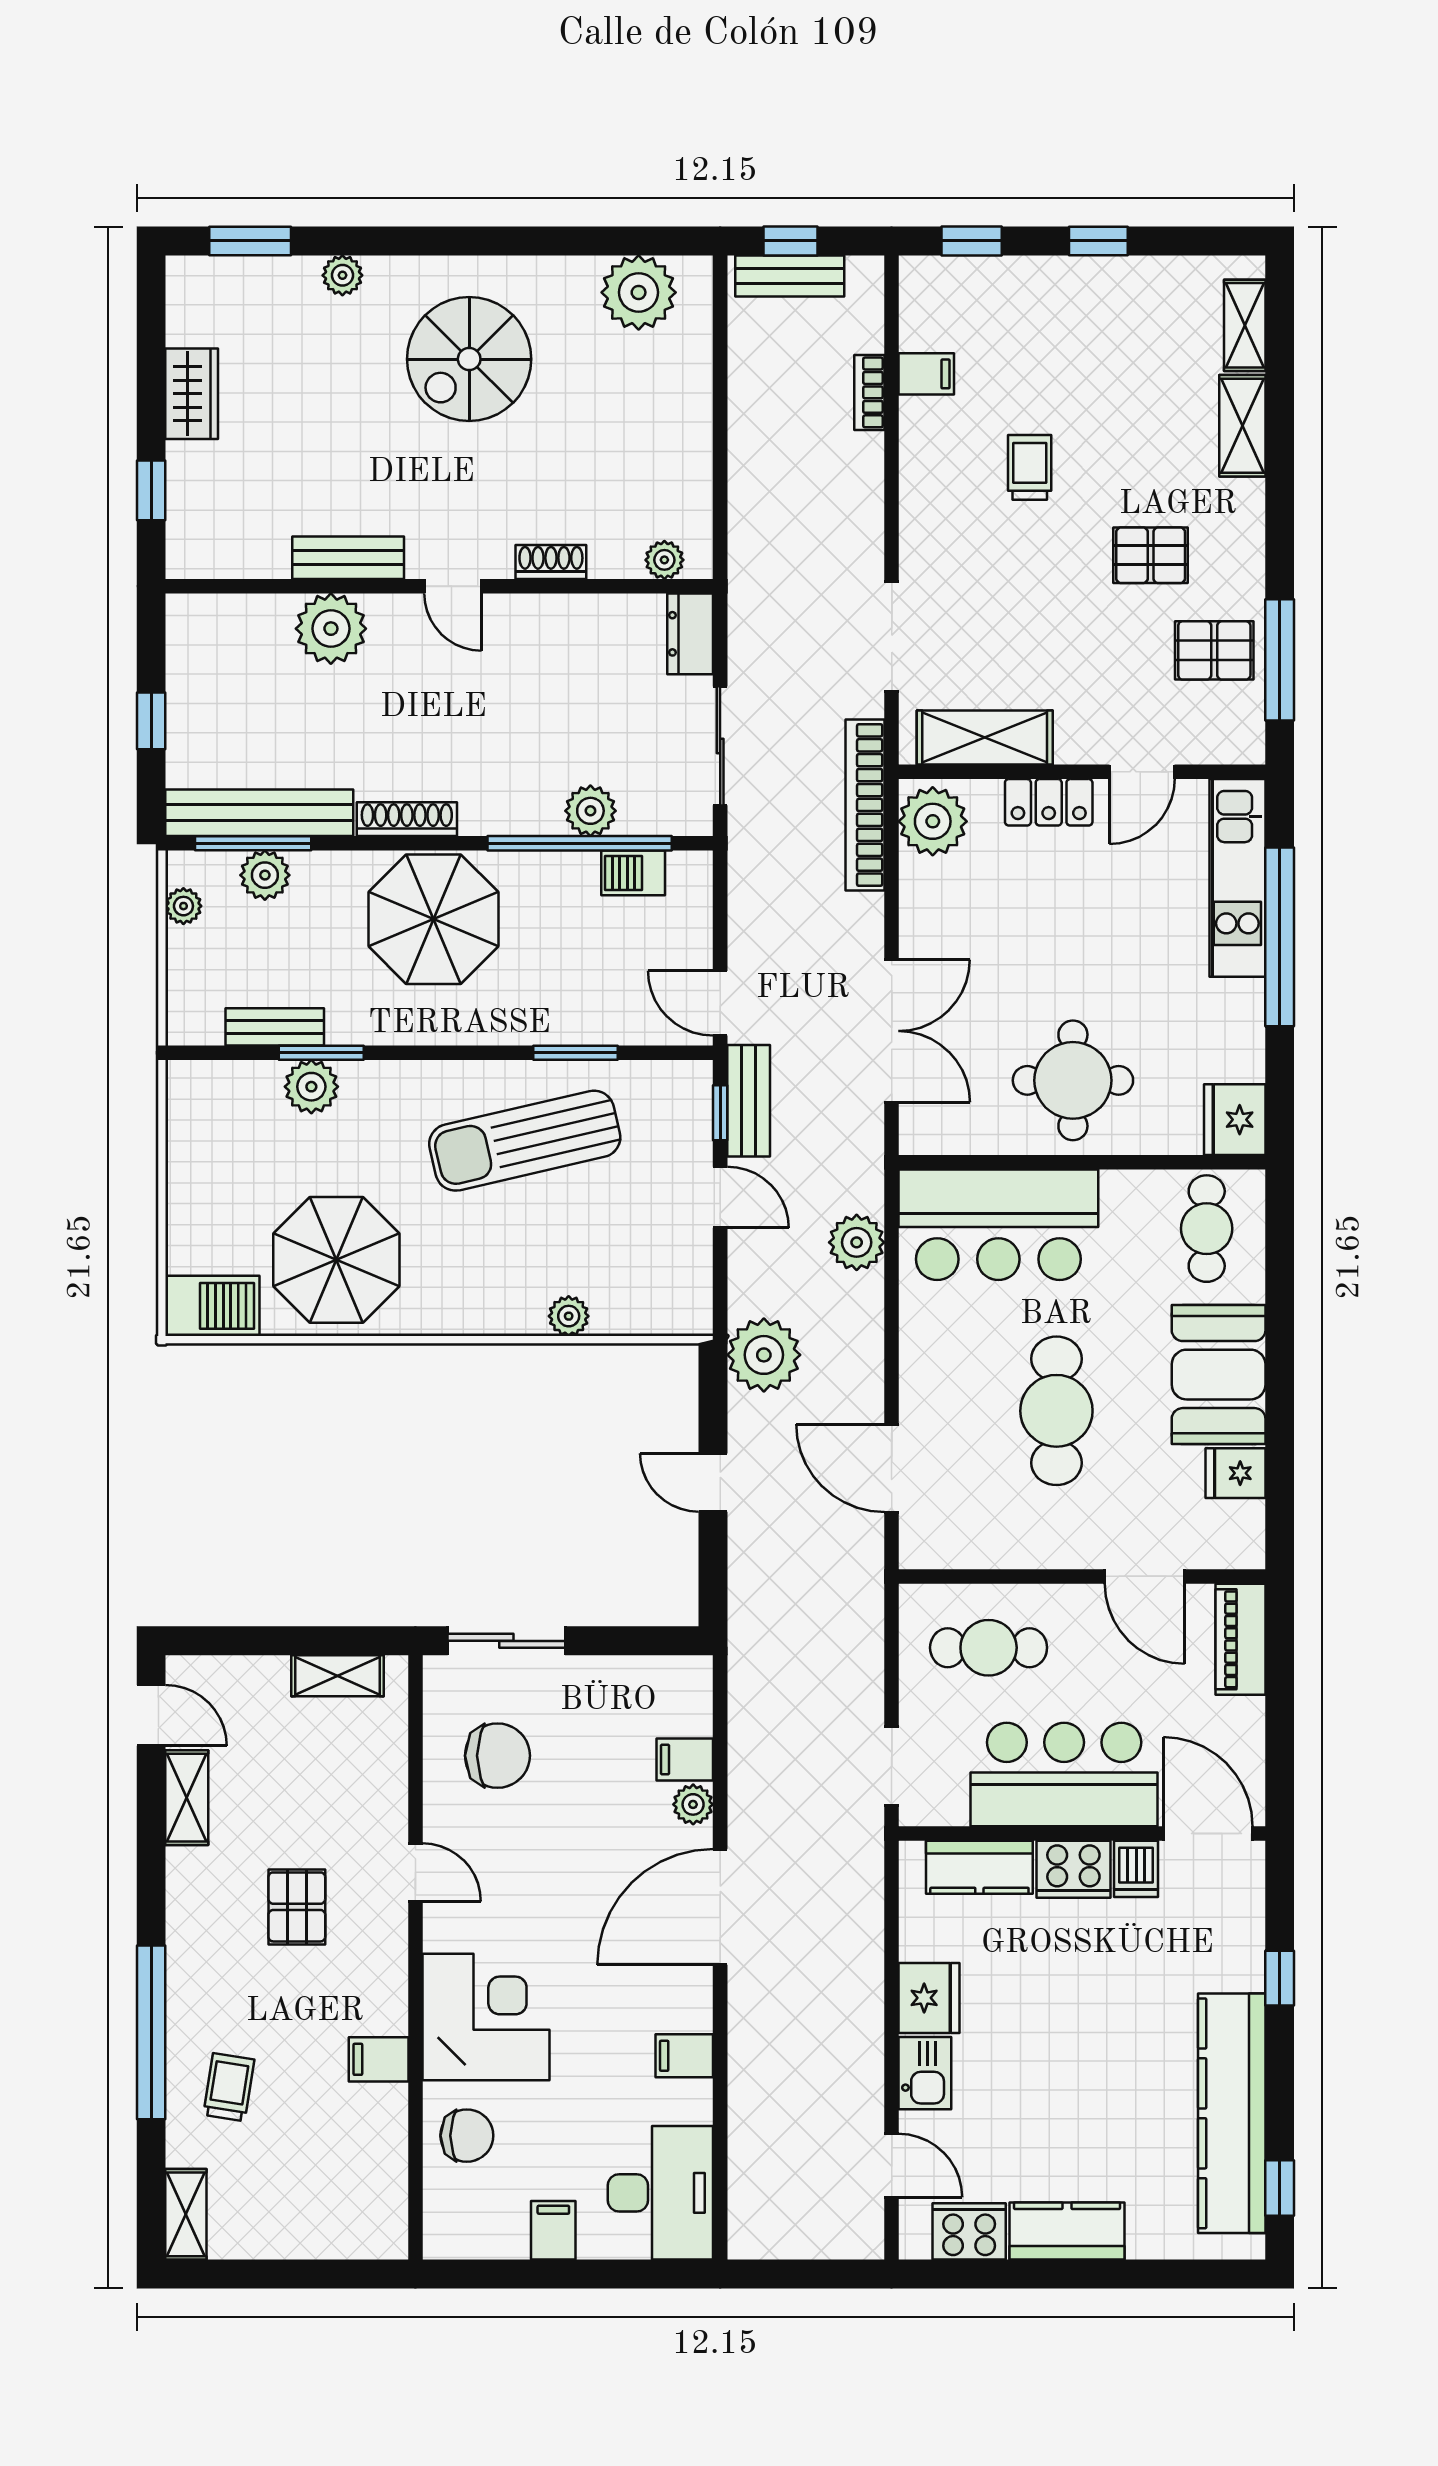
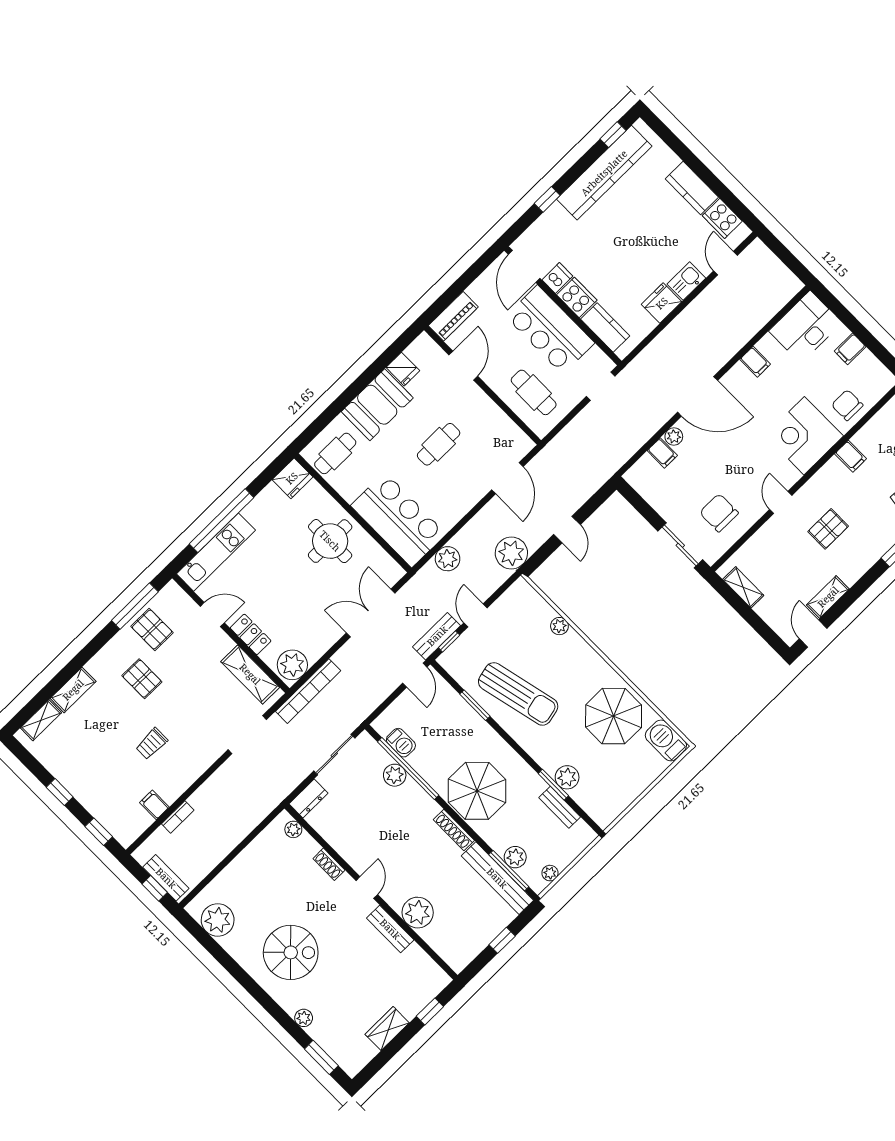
cafe table: (1056, 1411) -> (439, 444), width x0.73, depth x0.74

